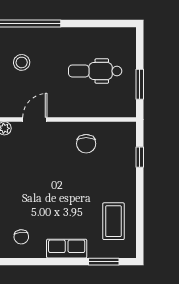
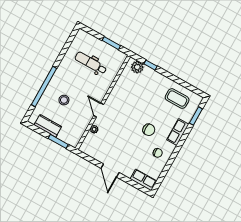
dental chair: (95, 71) -> (91, 63), turned 90
plant: (126, 140) -> (137, 67), added
chair: (86, 144) -> (149, 130), moved

